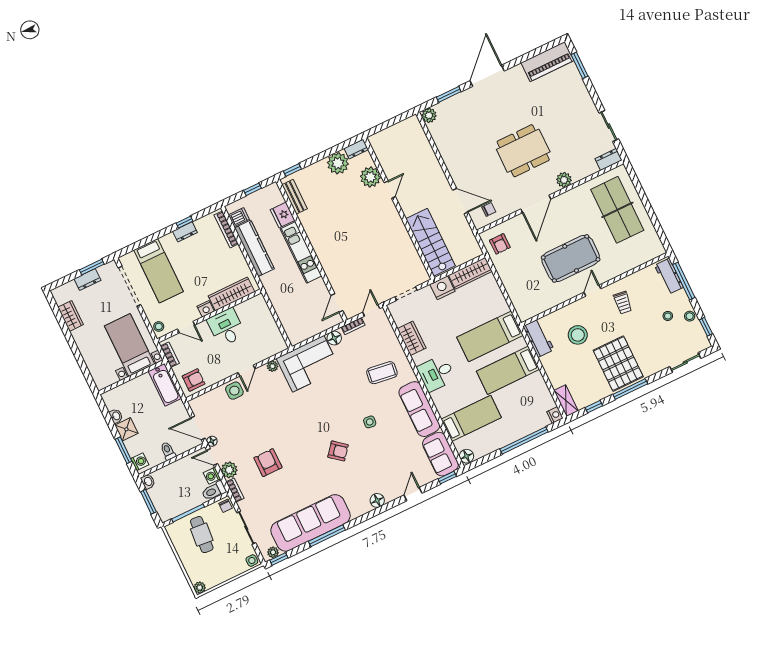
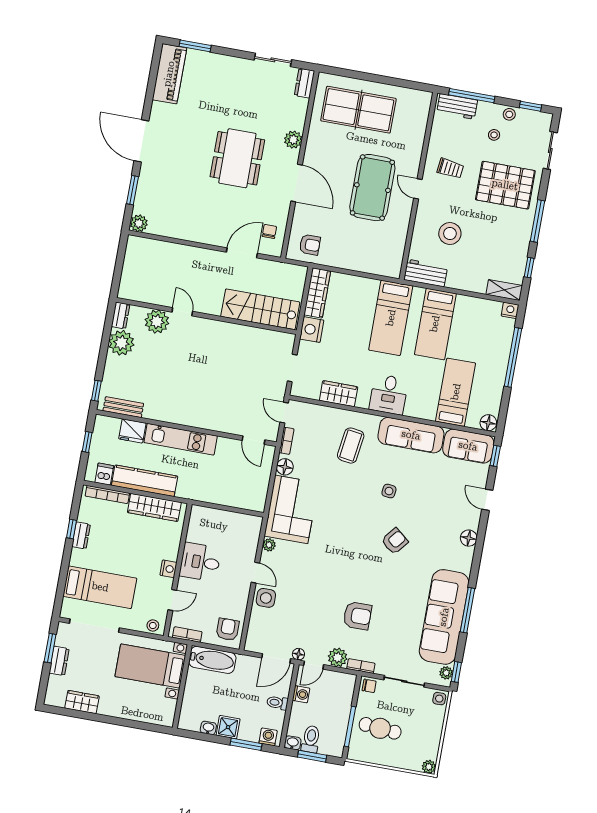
wardrobe: (231, 294) -> (154, 507), moved, turned -90
pallet: (618, 364) -> (505, 185), moved
armchair: (268, 463) -> (357, 616), turned 180
washing machine: (212, 476) -> (301, 694), moved, turned -90
toilet: (214, 491) -> (311, 739), moved, turned 180

